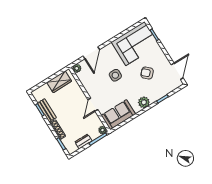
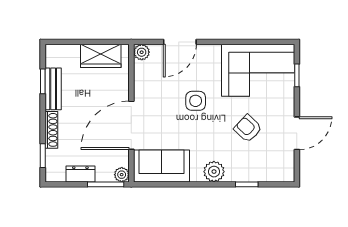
door: (177, 71) -> (297, 133), moved
door: (93, 105) -> (131, 125), width x1.88

